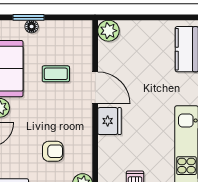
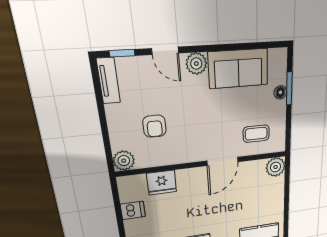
coffee table: (56, 74) -> (256, 134), moved, turned 90
fridge: (109, 121) -> (162, 183), moved

